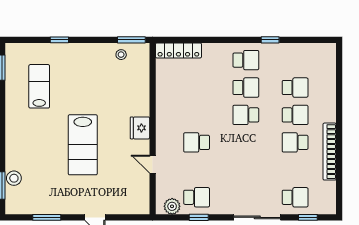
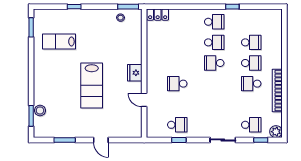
locker: (178, 50) -> (158, 15), width x0.66
lab bench: (39, 86) -> (59, 41), turned -90
plant: (172, 206) -> (276, 132), moved
sliding door: (257, 217) -> (223, 140), width x0.73

